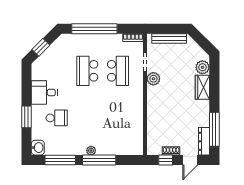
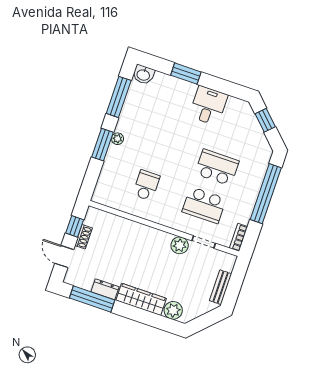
bench: (169, 38) -> (221, 287), width x0.73
wardrobe: (202, 87) -> (141, 299), width x1.50
school desk: (57, 118) -> (146, 185), moved, turned 180
dresser: (204, 141) -> (105, 289), moved, width x0.70
window: (99, 160) -> (102, 145), width x0.69

